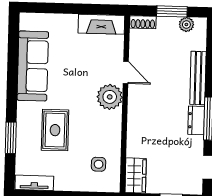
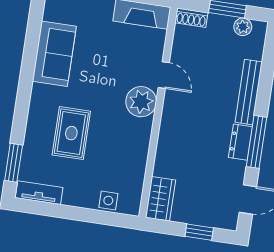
sofa: (33, 66) -> (54, 54), width x0.73
window: (11, 138) -> (14, 163), moved
side table: (99, 164) -> (108, 201), moved

